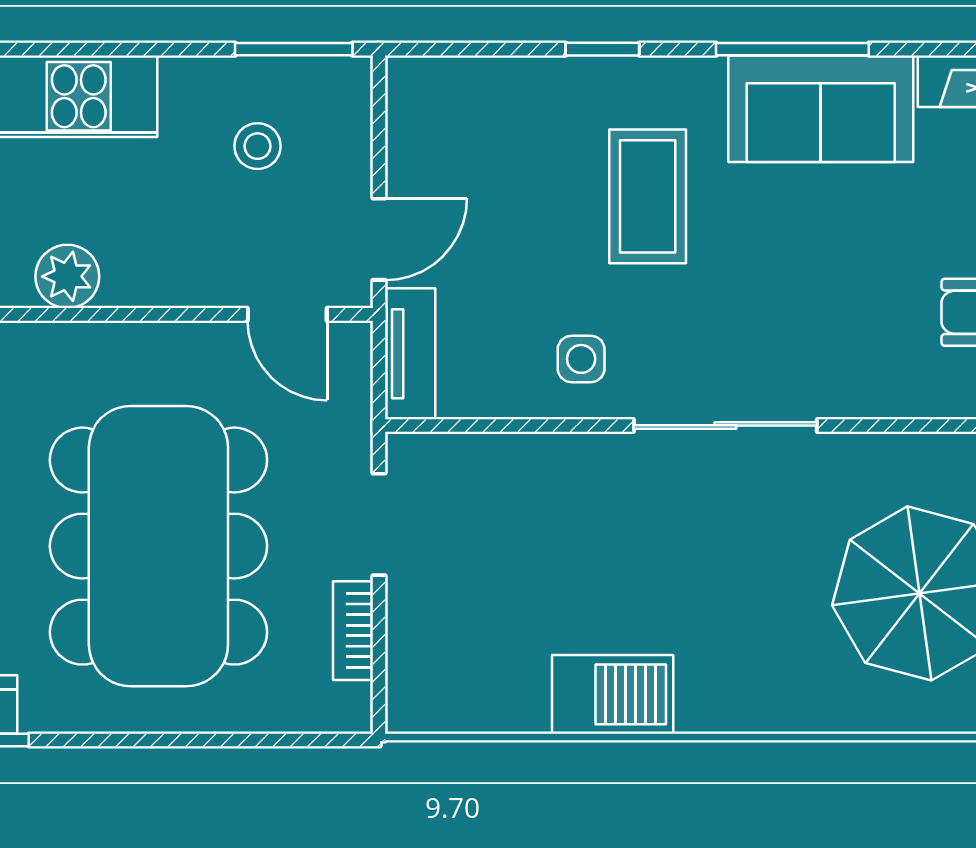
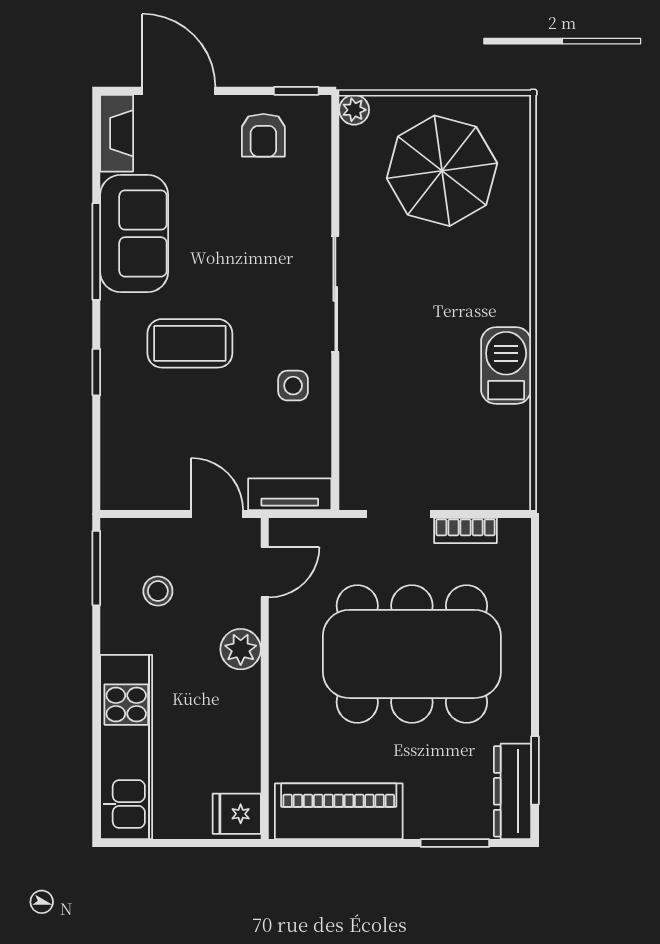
plant: (67, 276) -> (241, 649), moved

